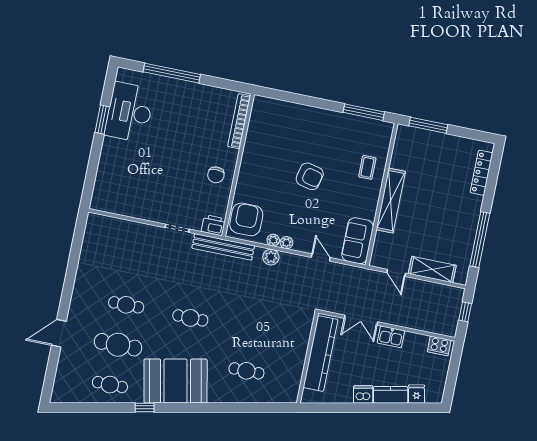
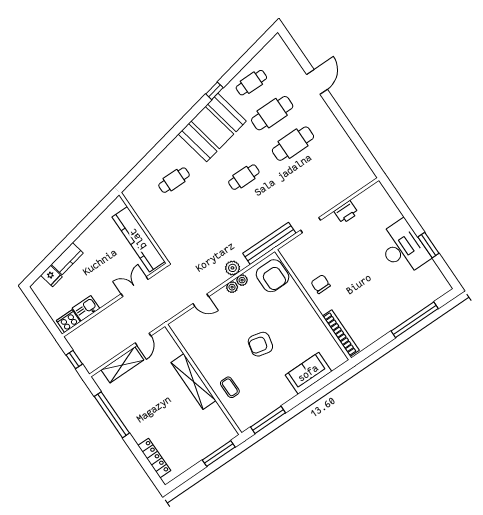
desk: (129, 112) -> (403, 248), moved
printer: (213, 225) -> (346, 212), moved
sofa: (358, 241) -> (308, 373), moved, turned -90
door: (396, 273) -> (143, 339), swing flipped
cafe table: (126, 305) -> (293, 144), width x1.37, depth x1.35
kitchen sink: (391, 337) -> (86, 308), moved
dishwasher: (363, 394) -> (85, 241), removed

